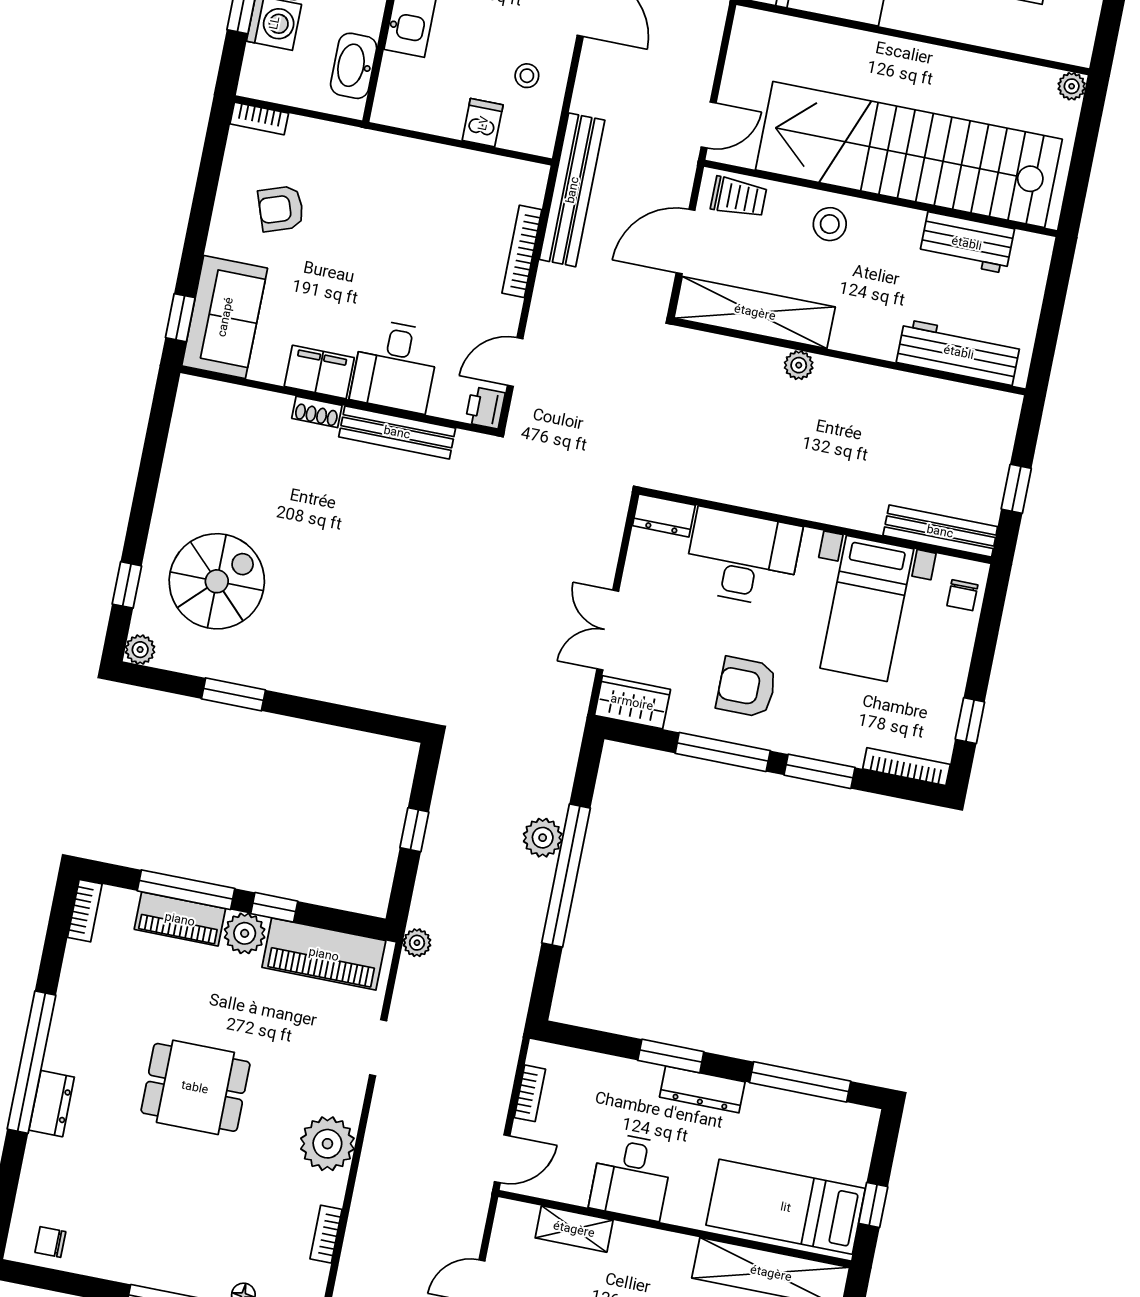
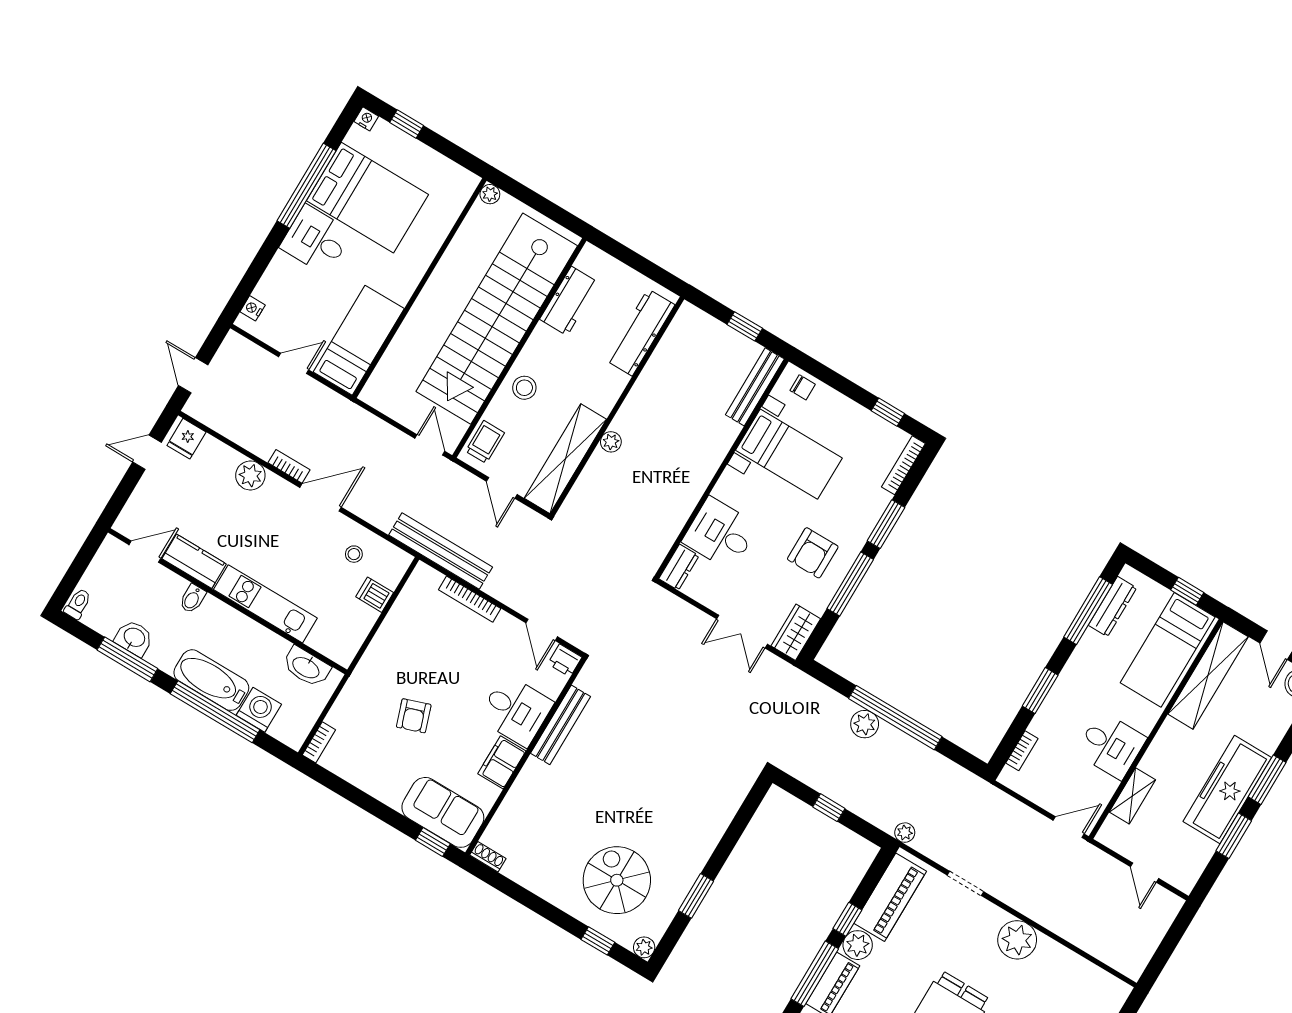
armchair: (281, 209) -> (414, 716), moved
door: (685, 241) -> (502, 488), width x0.73
shoe rack: (317, 412) -> (488, 857), moved, turned -90
desk: (742, 558) -> (720, 534), width x0.73
dresser: (702, 1089) -> (1112, 607), moved
bookcase: (530, 1093) -> (1022, 751), moved, turned 90
door: (502, 1159) -> (1069, 827), hinge flipped
bookcase: (326, 1234) -> (1077, 962), removed

